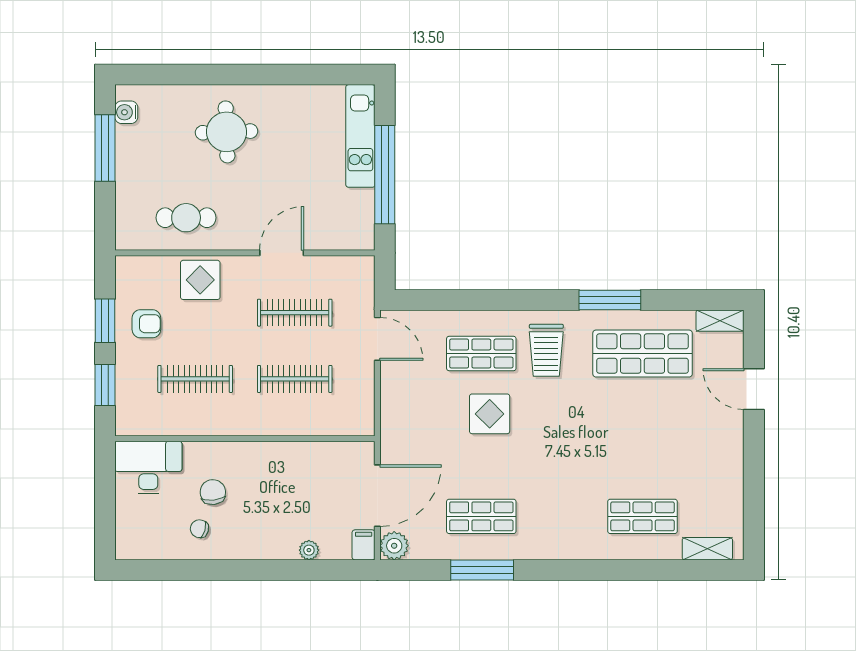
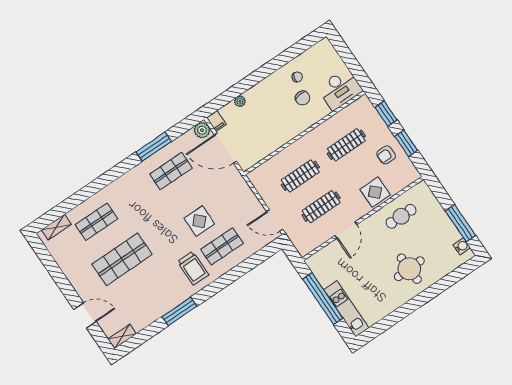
trolley: (546, 350) -> (193, 268), turned 180
shop shelf: (643, 354) -> (122, 259), moved
door: (377, 496) -> (225, 148), hinge flipped

